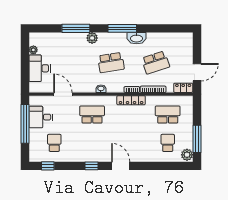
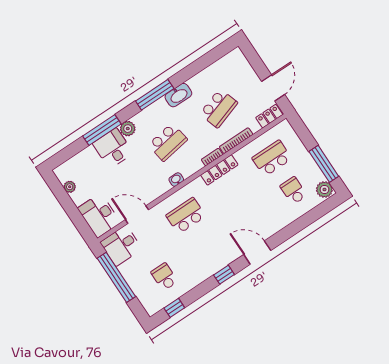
desk: (75, 44) -> (113, 148), added
desk: (40, 68) -> (99, 215), moved
desk: (41, 117) -> (121, 246), moved

